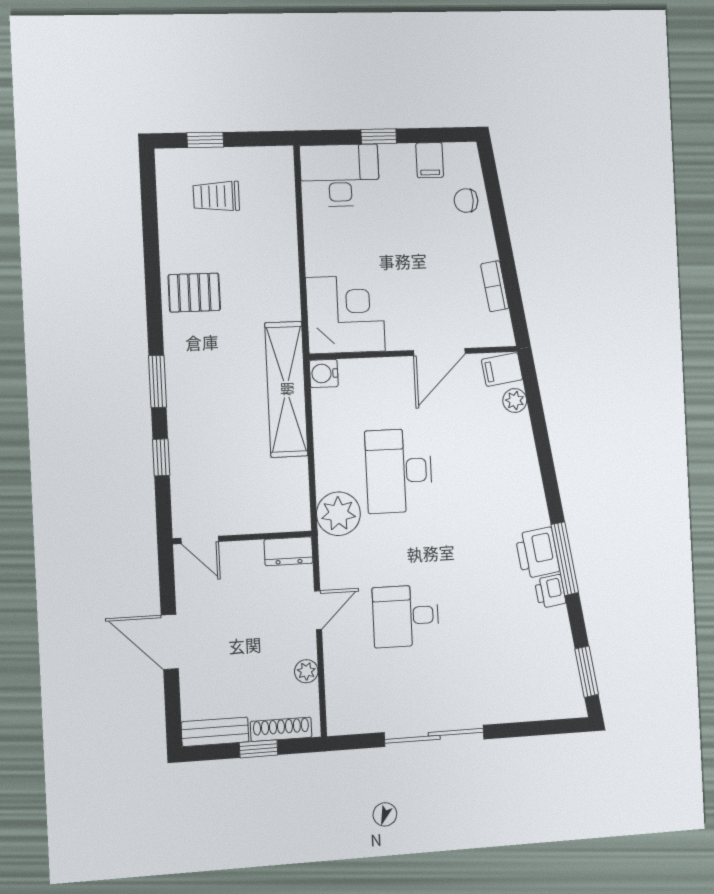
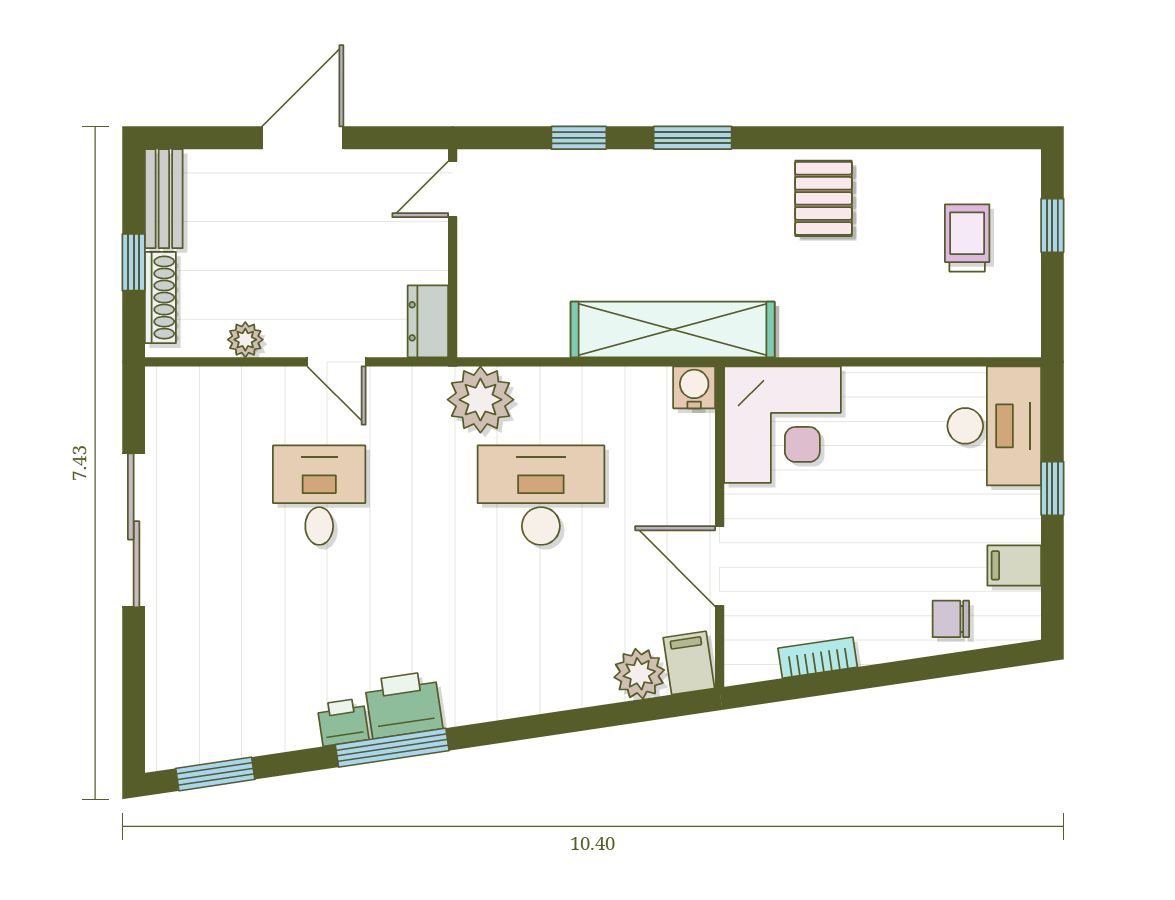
chair: (466, 201) -> (951, 619), turned -90
plant: (515, 401) -> (639, 674), width x1.38, depth x1.38

